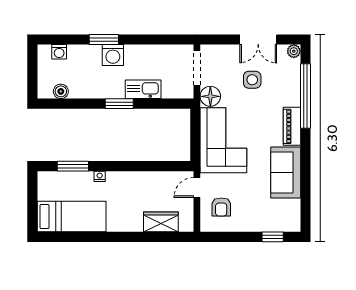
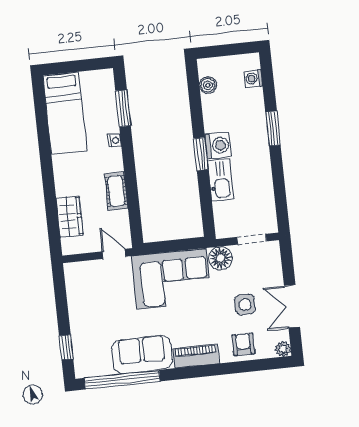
washing machine: (113, 55) -> (218, 145), moved, turned 180
doorway: (197, 68) -> (252, 239), width x0.73
window: (305, 96) -> (122, 380), moved
cot: (143, 180) -> (116, 191), added
armchair: (221, 207) -> (243, 344), moved, turned 90

